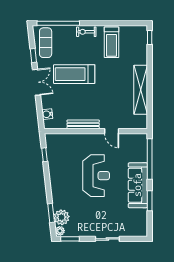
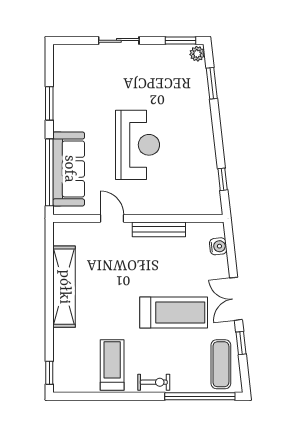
reception desk: (96, 176) -> (138, 145), turned 180
sofa: (138, 185) -> (69, 169), moved
plant: (62, 217) -> (194, 76), removed

